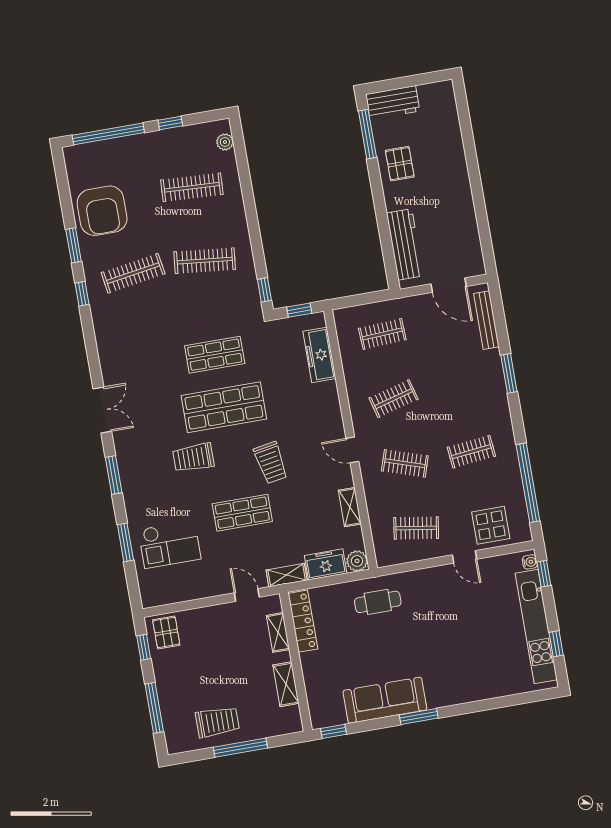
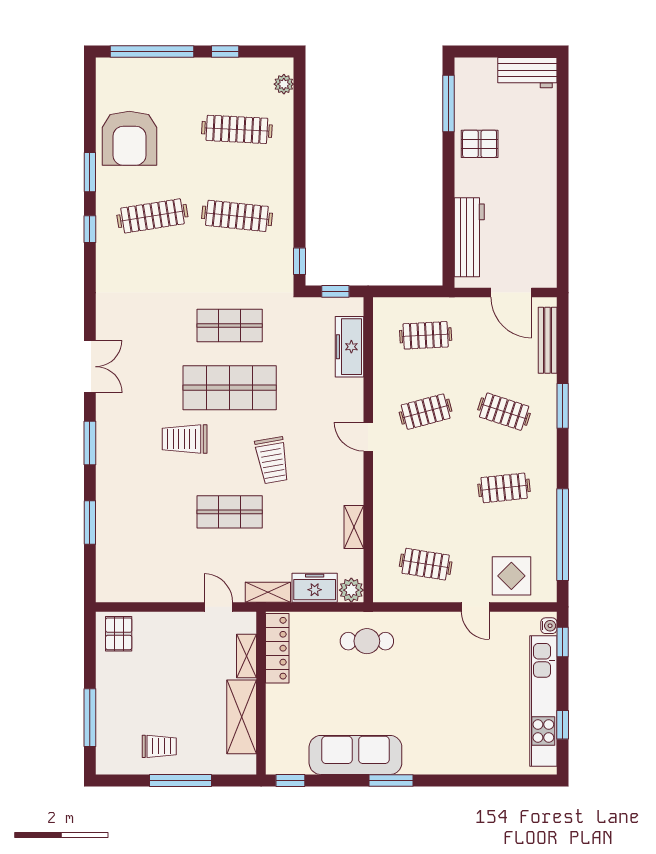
workbench: (393, 103) -> (527, 73), moved
pallet: (400, 164) -> (480, 144), turned 90
door: (352, 450) -> (368, 437), moved
clothes rail: (405, 463) -> (504, 412), moved
checkout: (169, 544) -> (140, 534), removed
window: (144, 647) -> (90, 646), removed
shelving: (286, 684) -> (242, 717), width x1.50, depth x1.33
trolley: (217, 722) -> (159, 746), width x0.73, depth x0.72

